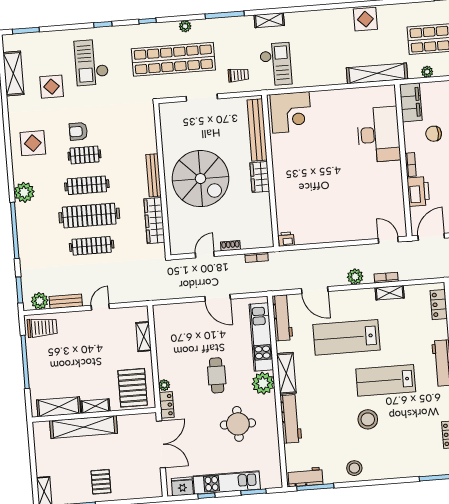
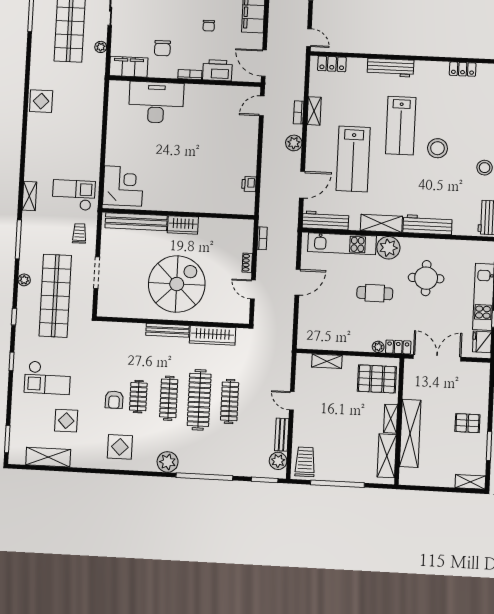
shelving: (377, 73) -> (96, 96), removed
printer: (286, 239) -> (249, 184), moved

